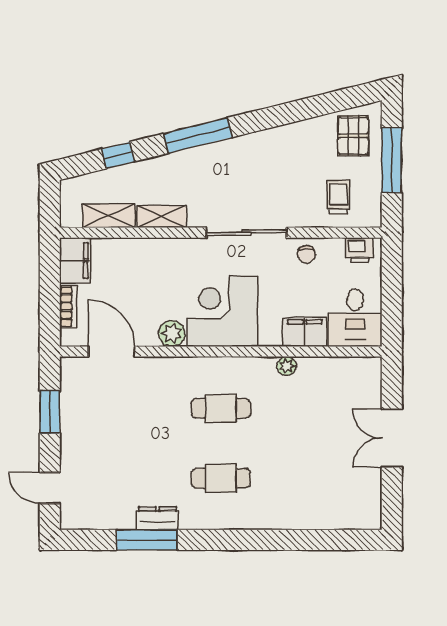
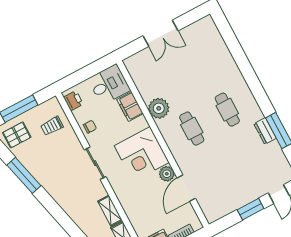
window: (198, 135) -> (24, 175), moved
sliding door: (246, 233) -> (95, 163), width x0.73
door: (112, 352) -> (186, 188), moved
plant: (287, 366) -> (159, 108), width x1.87, depth x1.87
window: (50, 412) -> (251, 209), moved

